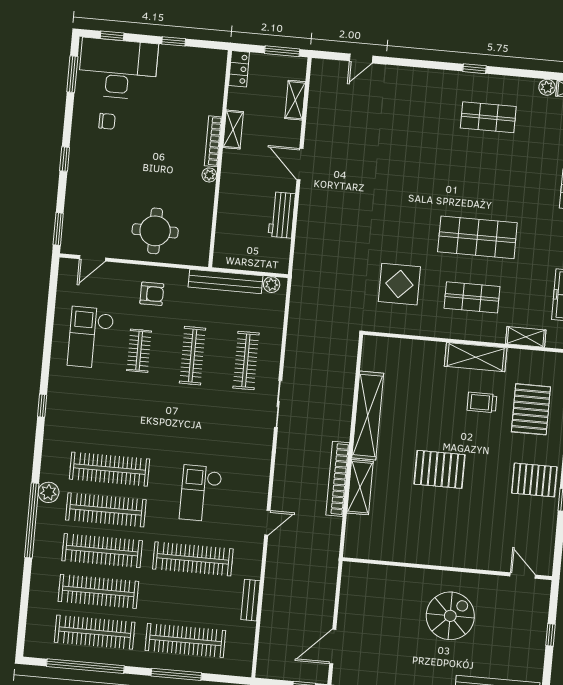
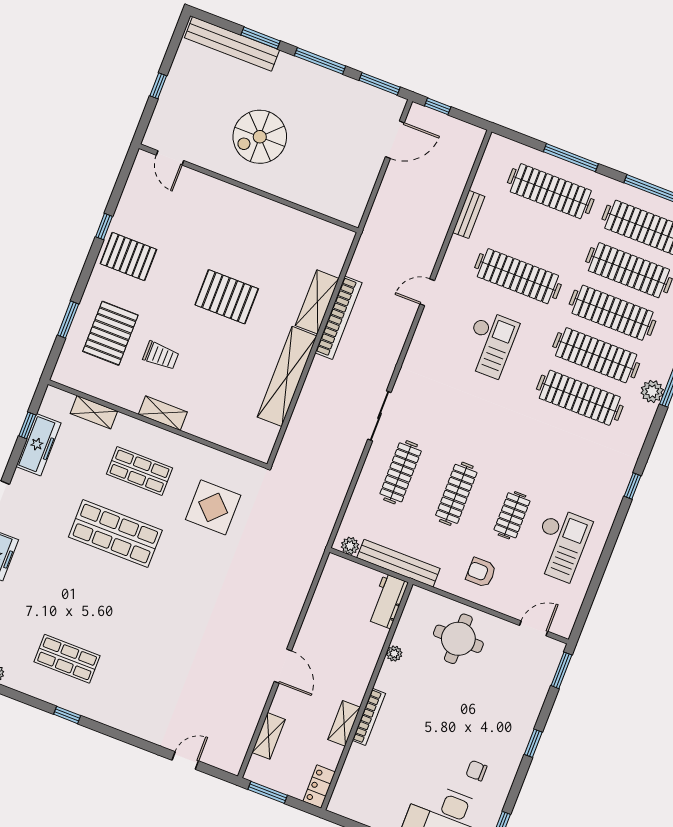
plant: (209, 175) -> (394, 654), moved
workbench: (282, 215) -> (387, 601), moved, turned 180
shelving: (476, 357) -> (163, 413), width x0.67, depth x0.75

